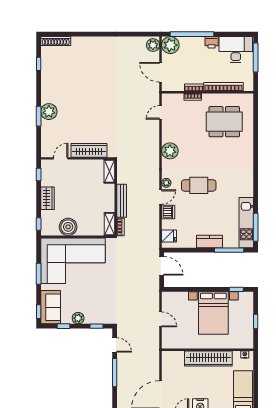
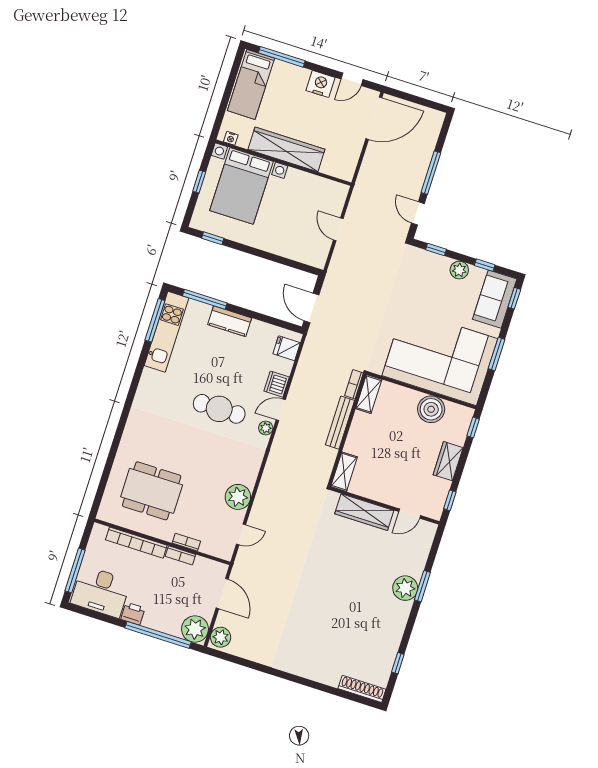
plant: (170, 151) -> (238, 497), moved
bed with nightstands: (213, 313) -> (241, 186), moved, turned 180

